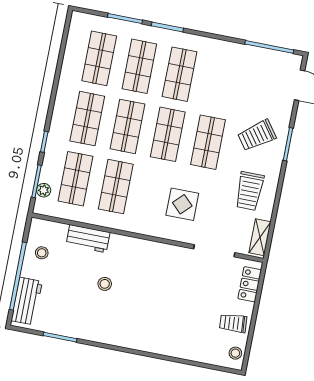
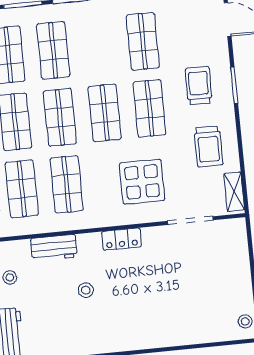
shop shelf: (180, 74) -> (143, 41), moved
trolley: (257, 135) -> (199, 86), turned 127
display table: (182, 204) -> (142, 182), width x1.36, depth x1.36
locker: (250, 284) -> (122, 239), moved, turned -90
trolley: (233, 323) -> (233, 291), removed

